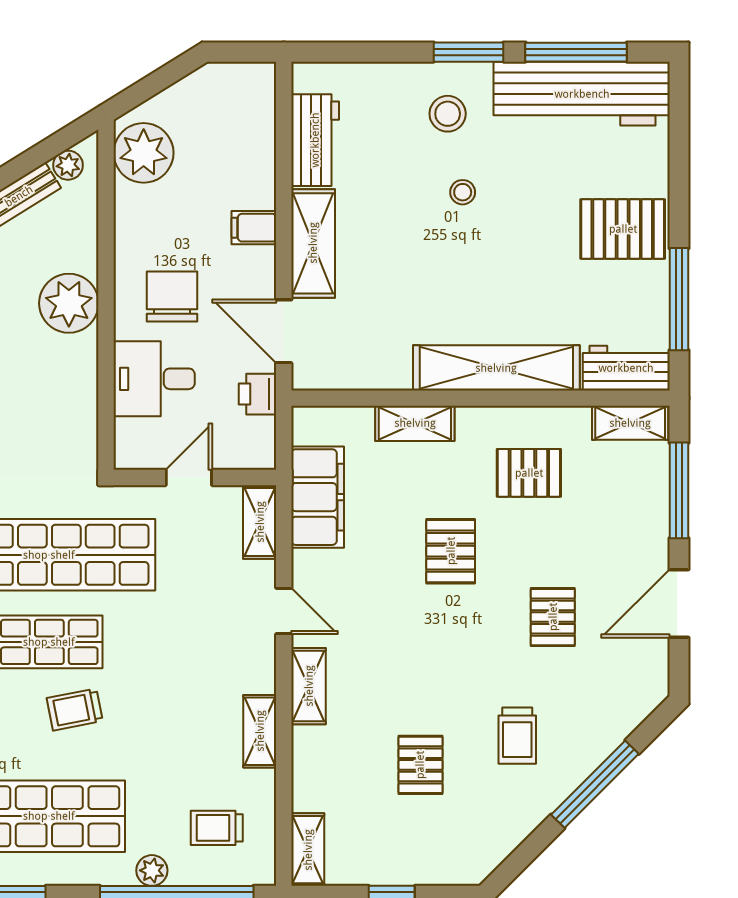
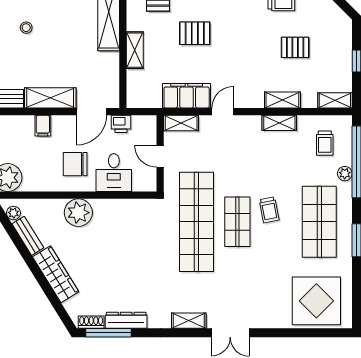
filing cabinet: (318, 497) -> (187, 96), moved
shelving: (309, 686) -> (282, 100), moved

